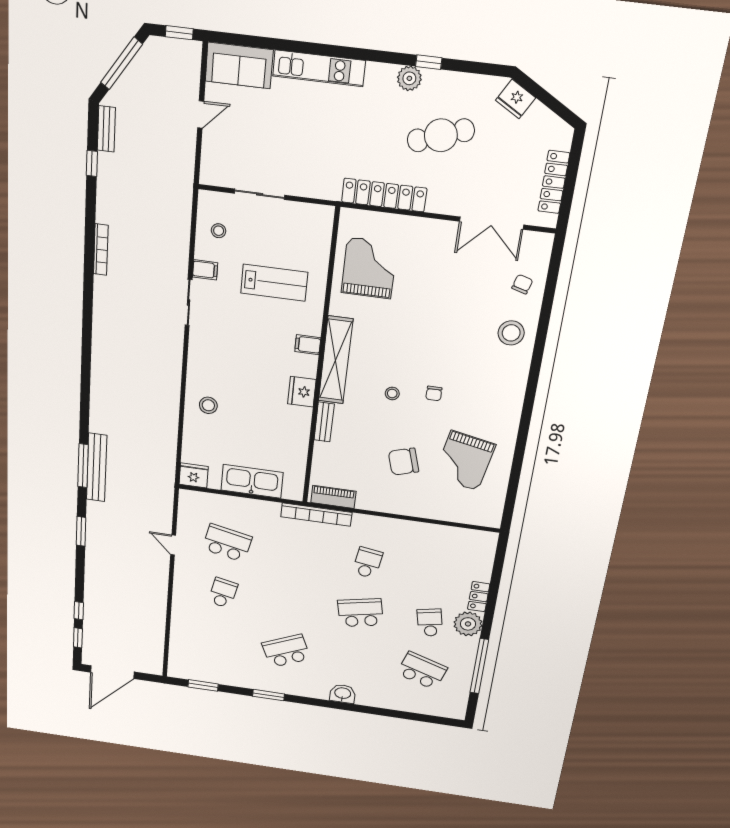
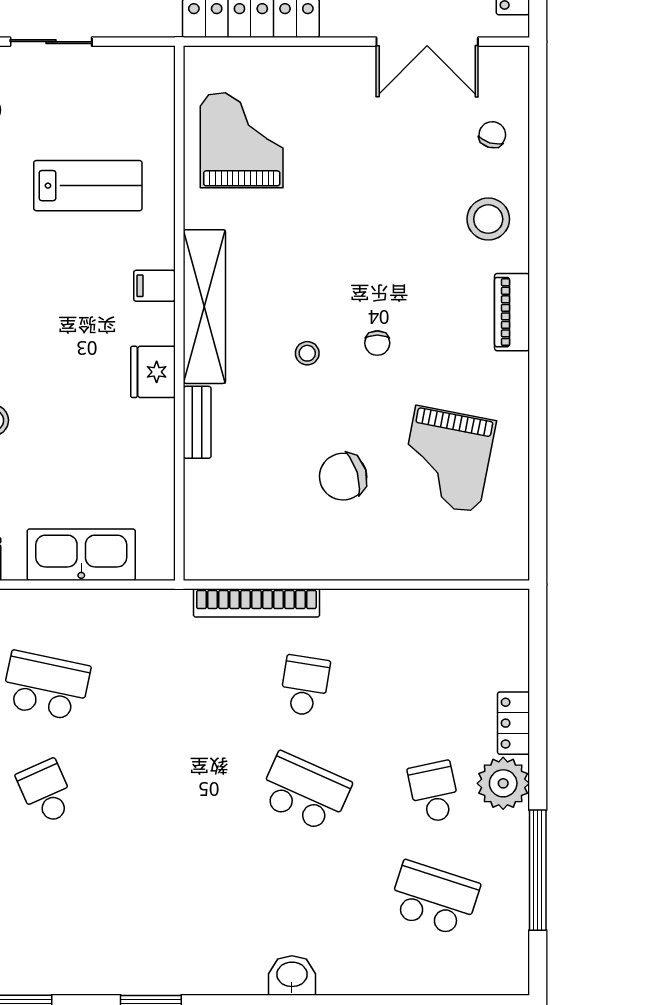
piano: (333, 497) -> (512, 312), moved, turned -90
bookcase: (316, 515) -> (256, 603), moved
school desk: (223, 593) -> (46, 792), turned -36
school desk: (360, 613) -> (305, 792), turned 36
school desk: (286, 651) -> (175, 898), removed

